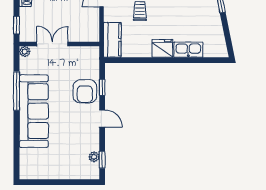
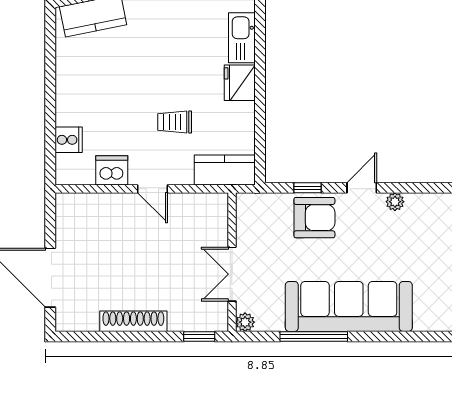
plant: (94, 157) -> (395, 202), moved
window: (102, 160) -> (433, 188), removed

